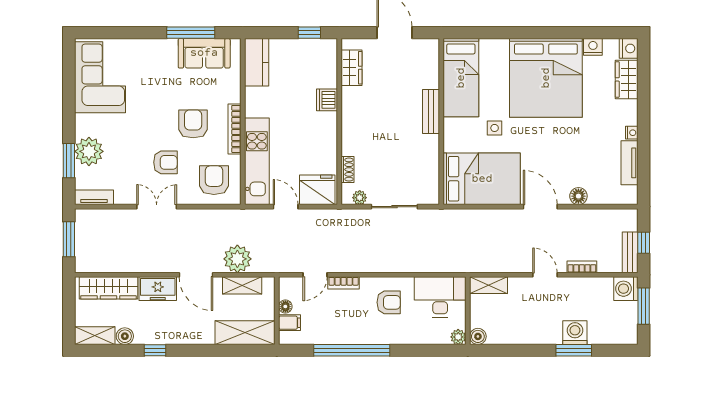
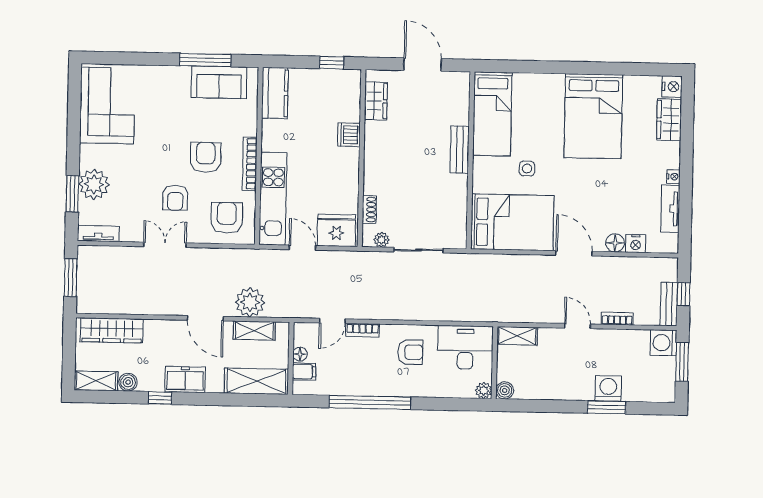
nightstand: (593, 47) -> (636, 244), moved, turned 180
bed: (546, 78) -> (593, 116), width x0.73
armchair: (165, 162) -> (175, 198), turned 90
freezer: (158, 289) -> (185, 380), moved, turned 180

